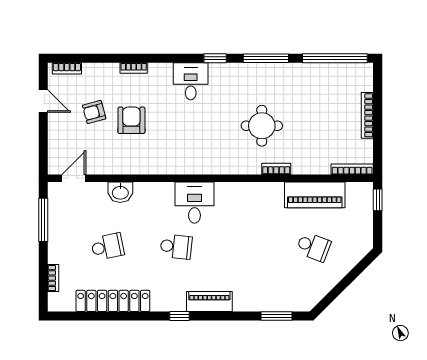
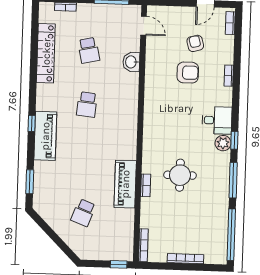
plant: (219, 73) -> (223, 143), added
piano: (315, 195) -> (125, 184), moved
desk: (194, 203) -> (121, 120), removed
piano: (209, 301) -> (45, 136), width x1.37, depth x1.33
window: (180, 316) -> (32, 123), moved

